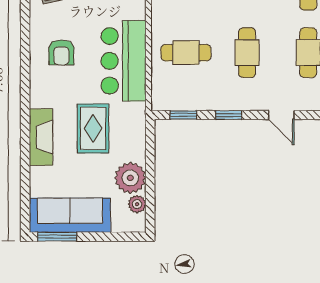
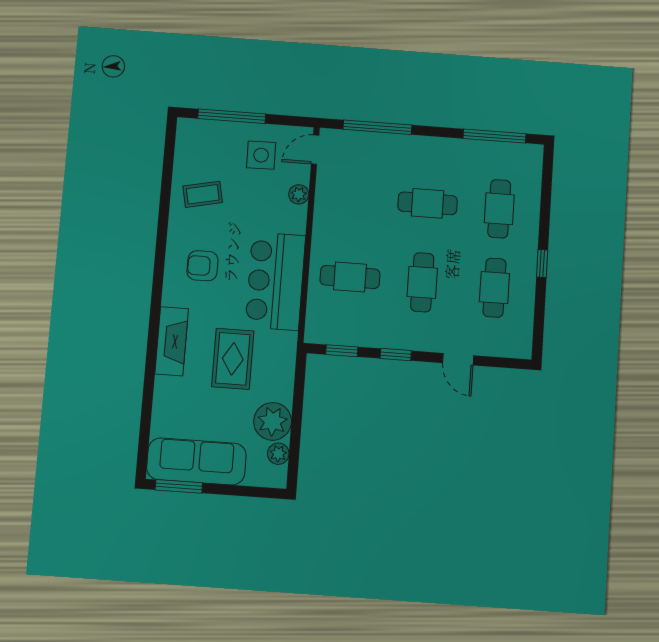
armchair: (61, 52) -> (202, 266), turned 90
fireplace: (41, 137) -> (172, 341), moved

